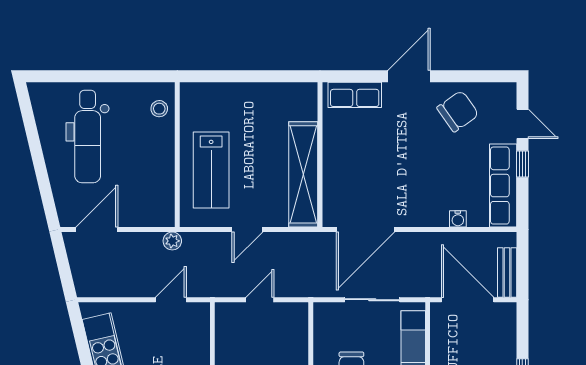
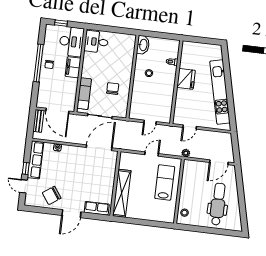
shelving: (303, 174) -> (122, 193), moved

